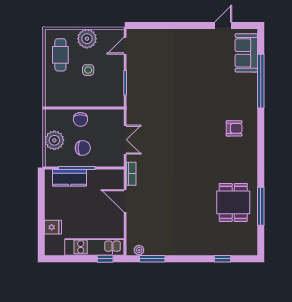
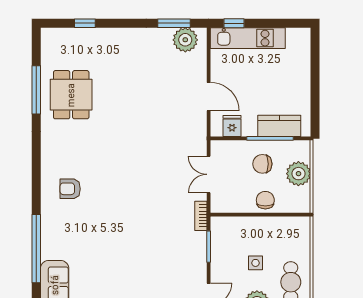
bookcase: (131, 174) -> (201, 216), moved
fridge: (53, 227) -> (232, 126), moved, turned 90
plant: (139, 250) -> (185, 40), width x1.87, depth x1.87

